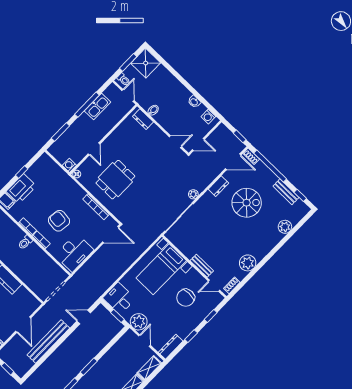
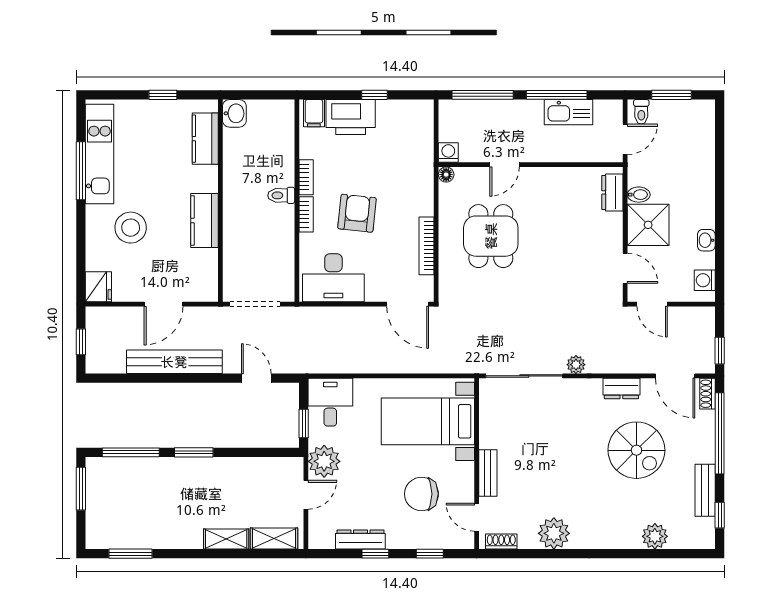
shower: (146, 63) -> (648, 225), moved
window: (60, 132) -> (483, 95), width x1.44
dining table: (115, 180) -> (491, 236), turned 90
dresser: (171, 347) -> (360, 539), moved

